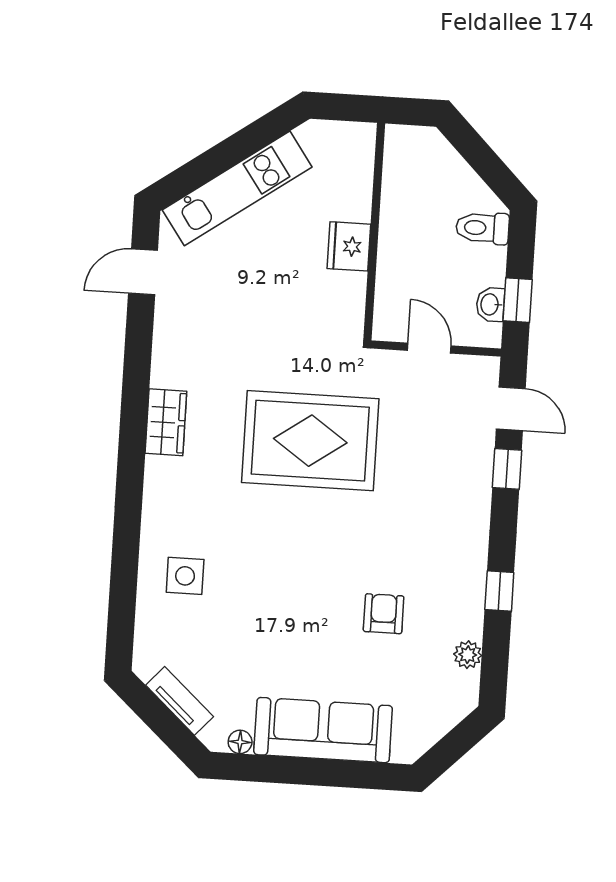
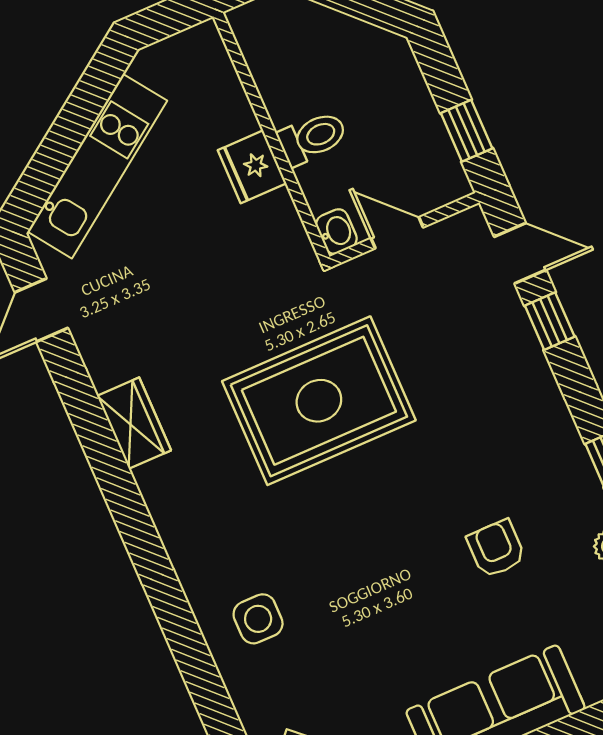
toilet: (482, 228) -> (312, 138), moved, turned 180
washbasin: (490, 304) -> (336, 231), moved, turned 180
wardrobe: (166, 422) -> (134, 423), moved

